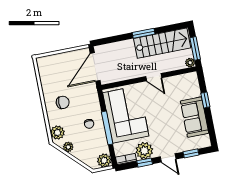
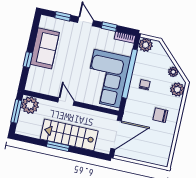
stairs: (162, 43) -> (69, 135), moved
plant: (190, 63) -> (30, 105), width x1.87, depth x1.87
window: (107, 128) -> (130, 74), width x1.46
plant: (144, 151) -> (105, 38), removed

